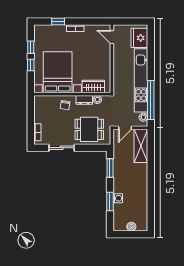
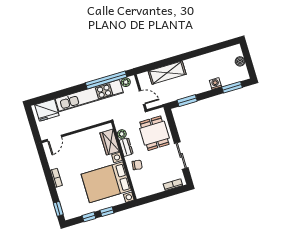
window: (58, 22) -> (58, 209), moved
shelving: (141, 146) -> (167, 73), moved
window: (110, 202) -> (232, 87), moved

